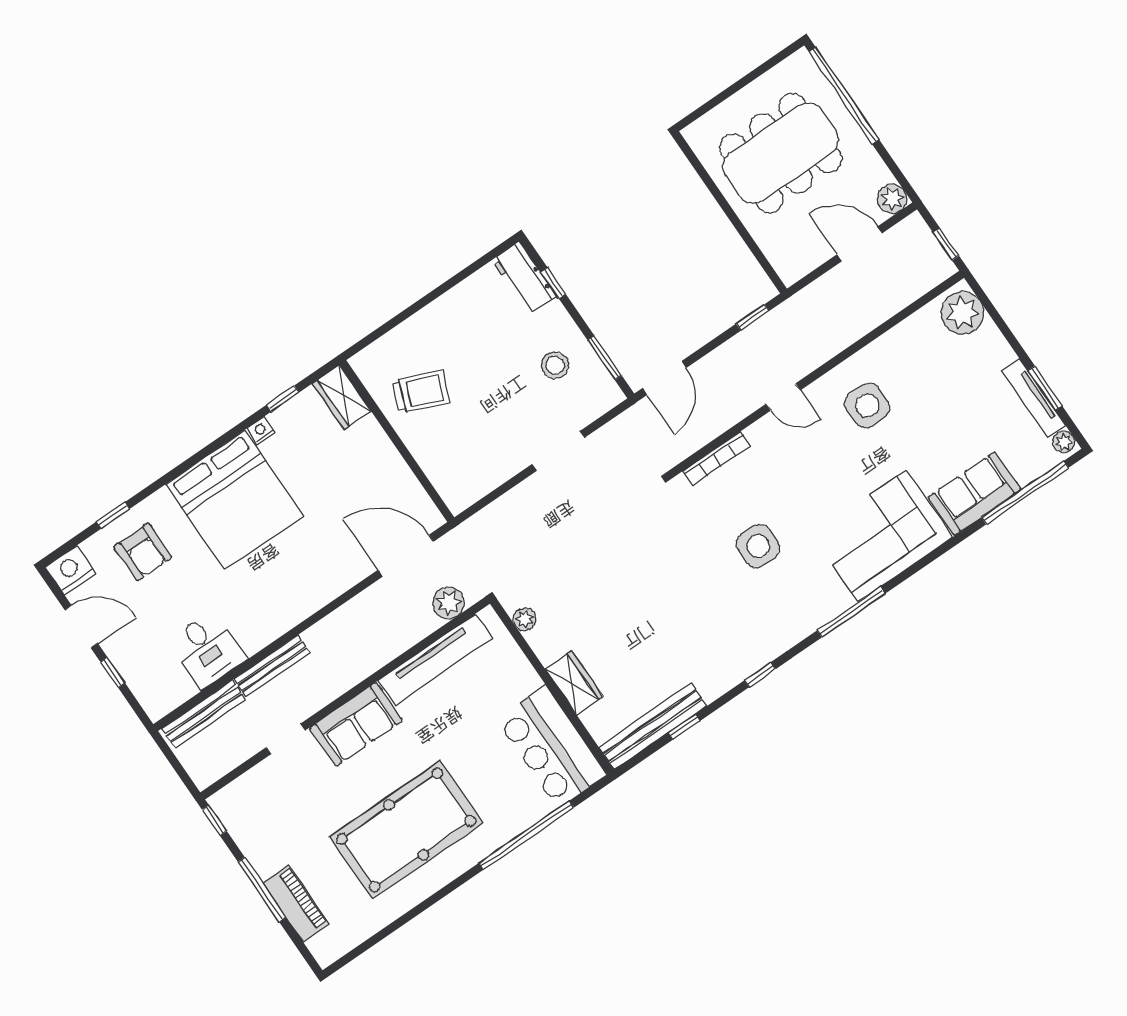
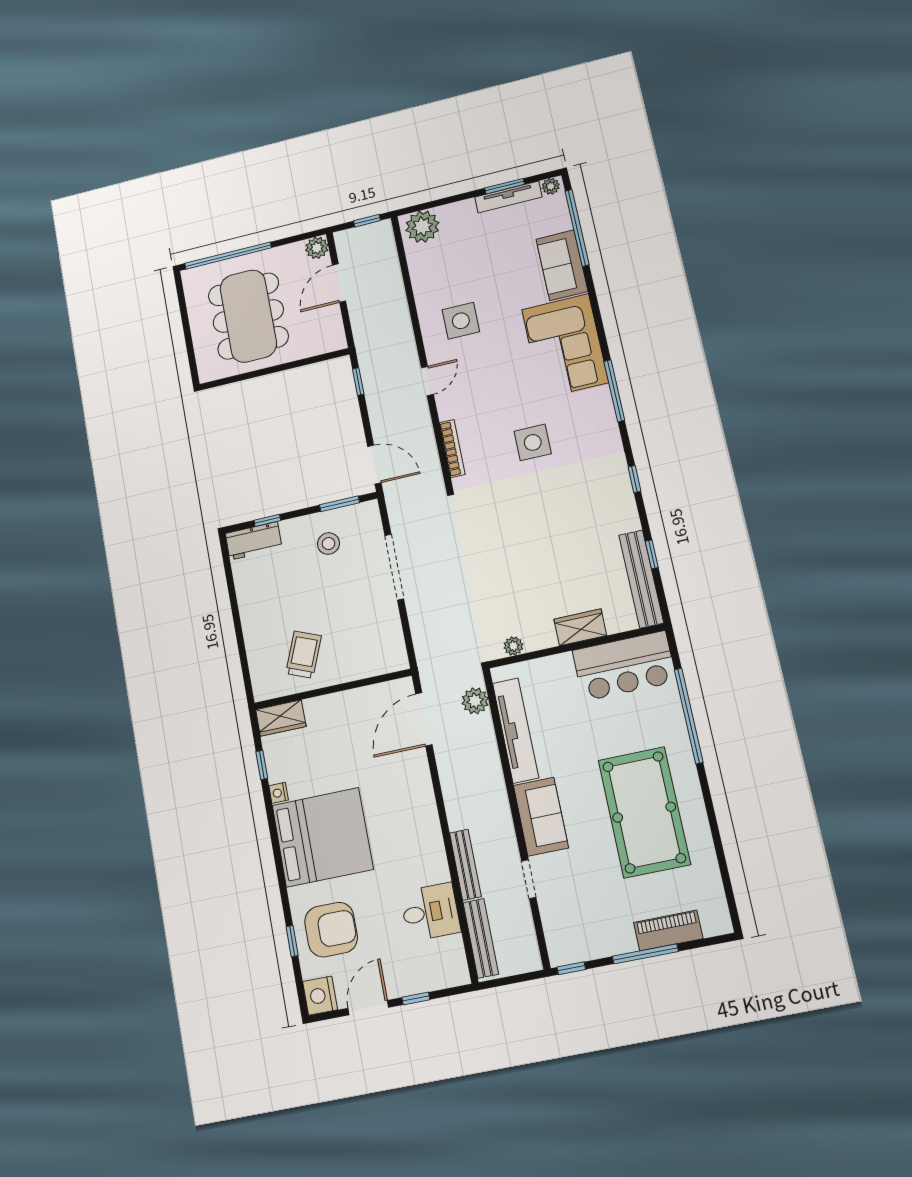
doorway: (558, 451) -> (394, 567), width x1.36
armchair: (143, 552) -> (331, 930), width x1.36, depth x1.36

